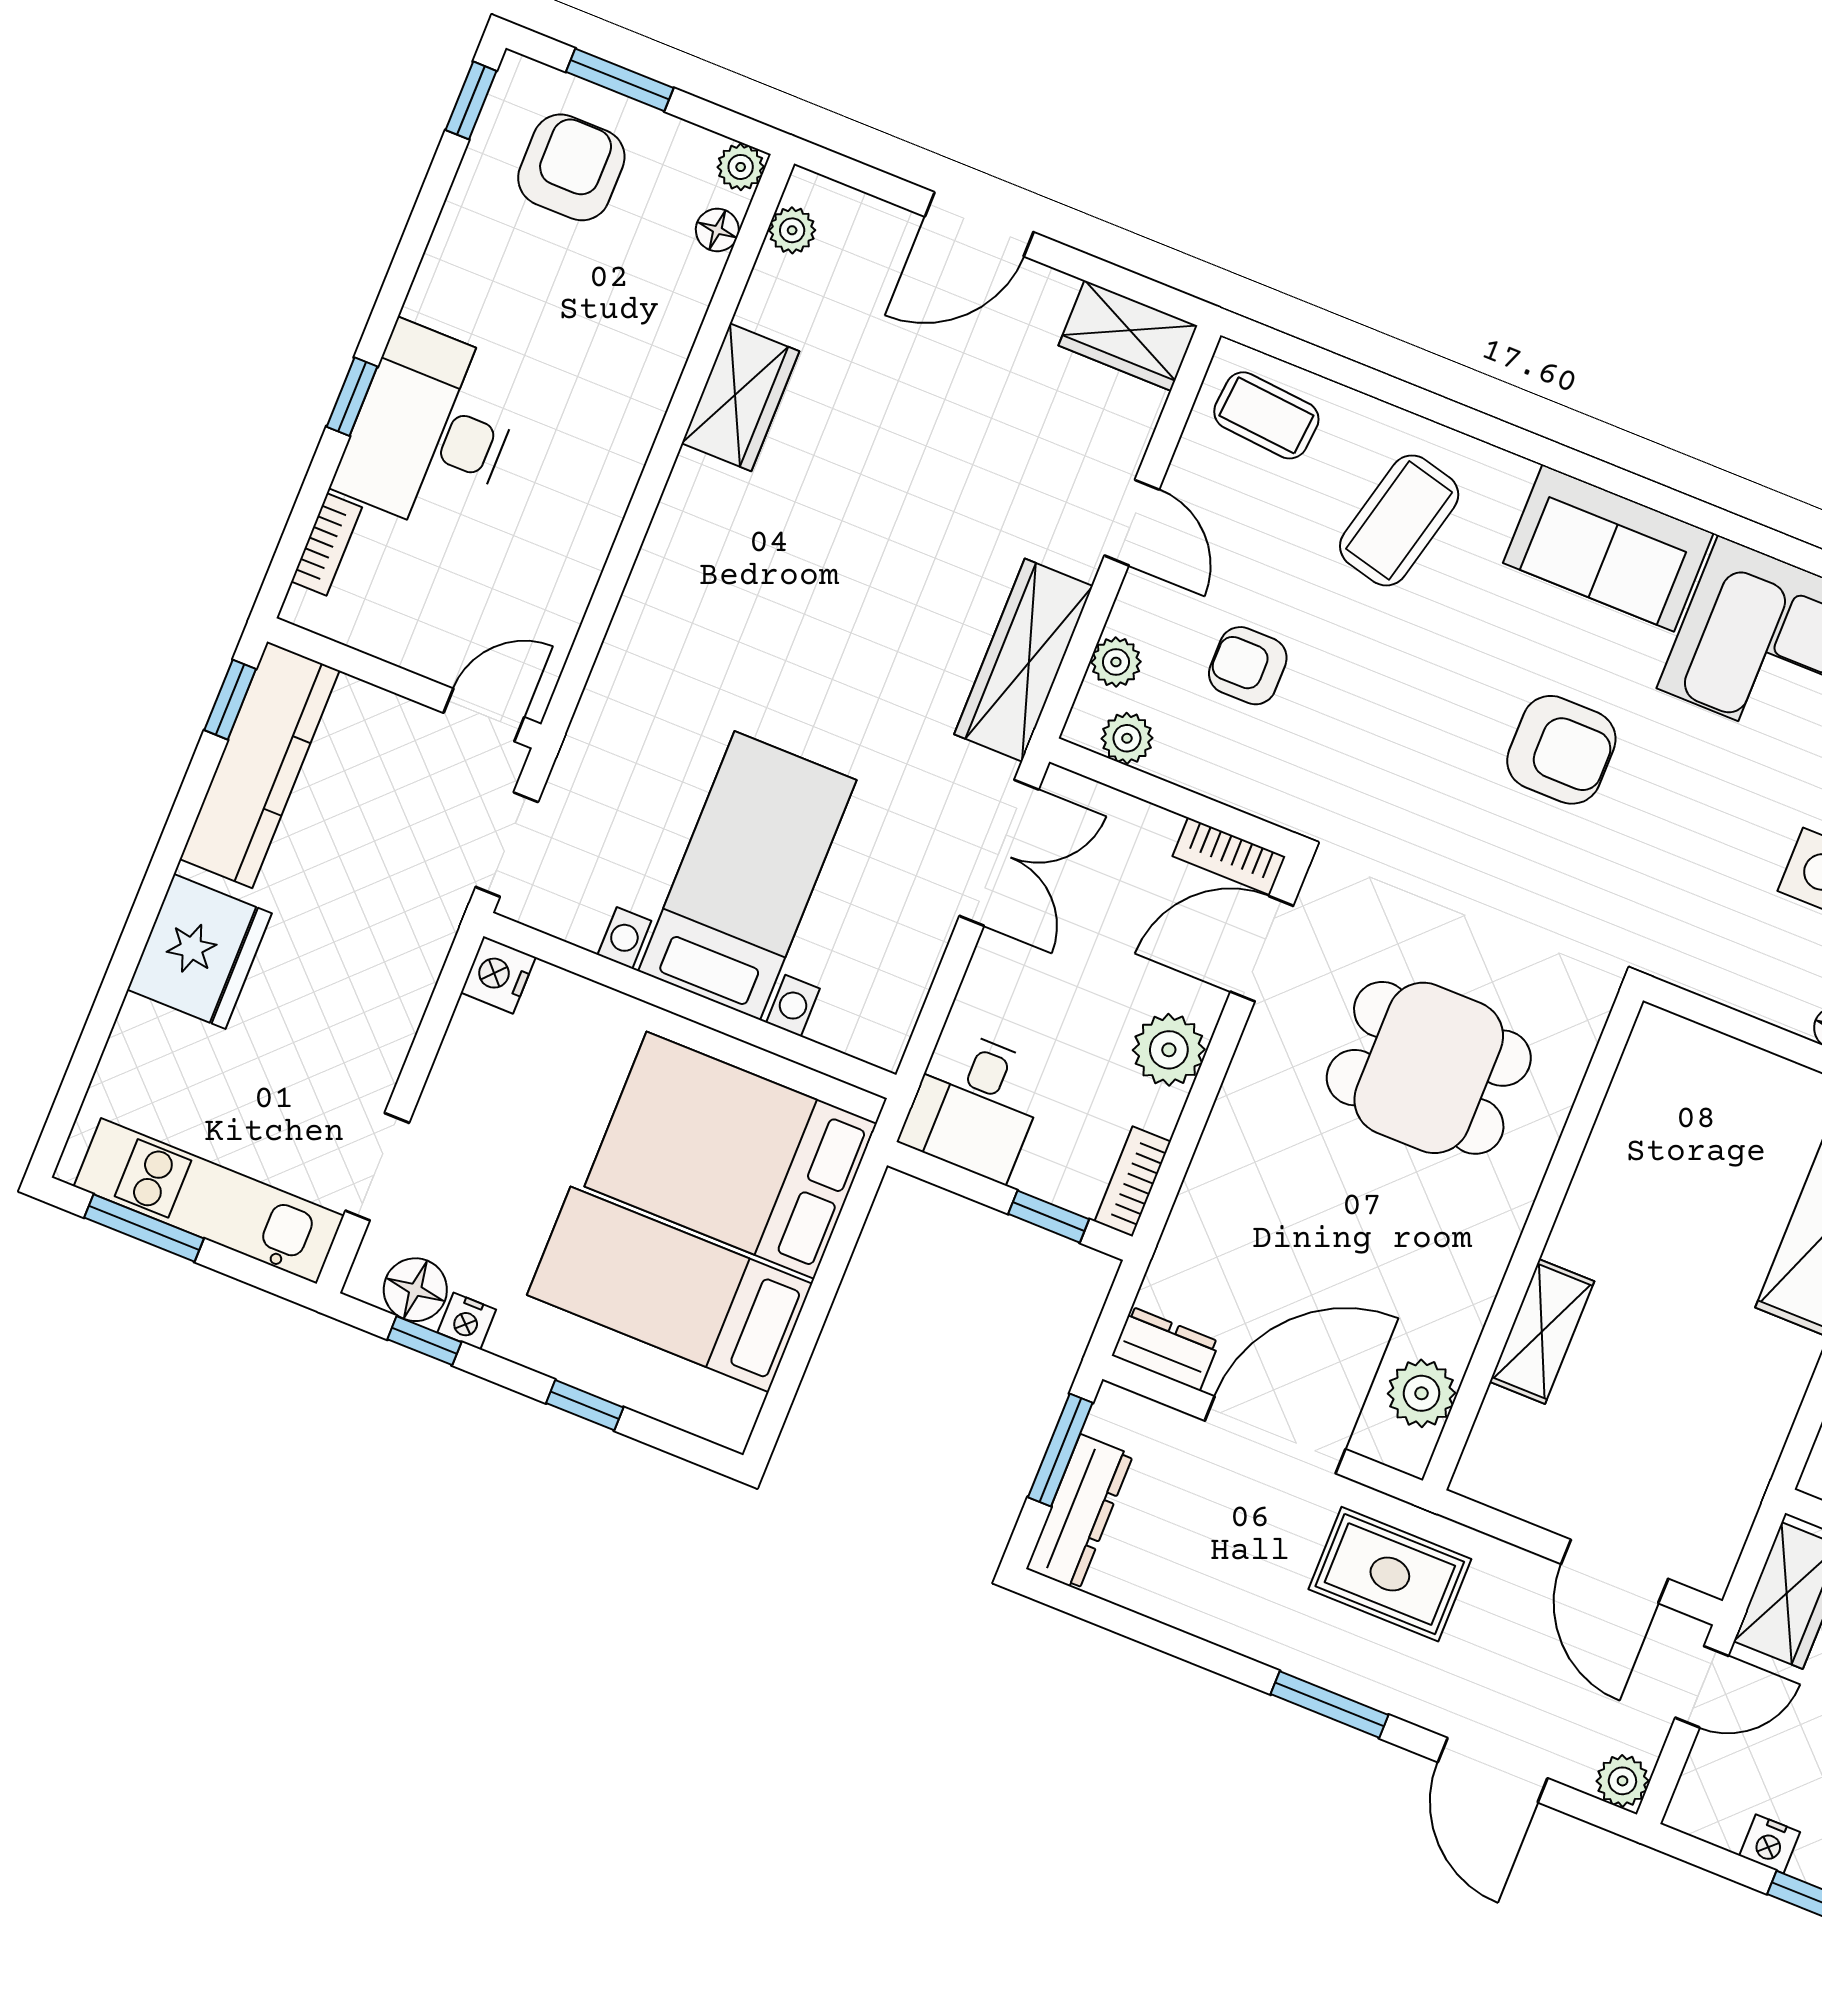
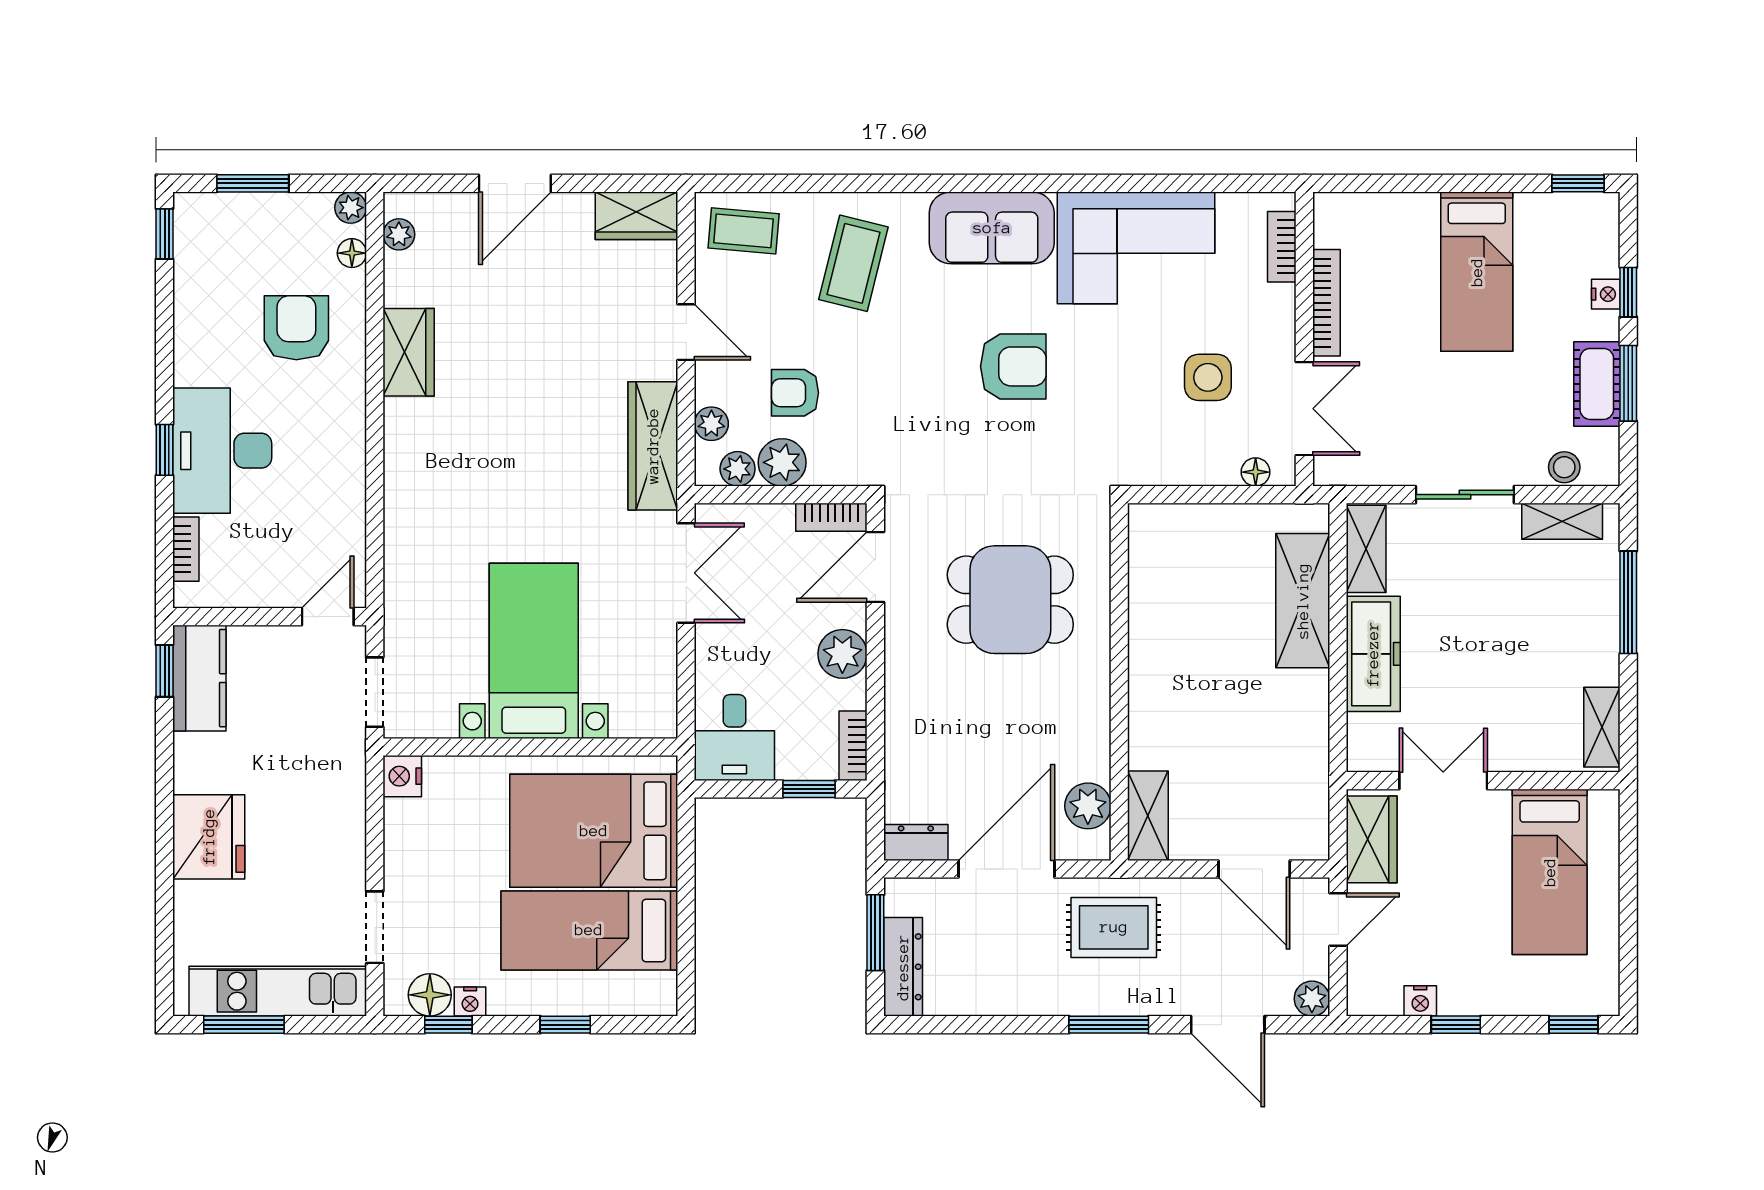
armchair: (571, 167) -> (296, 328), moved
plant: (1192, 754) -> (782, 462), added
kitchen counter: (260, 765) -> (199, 678), width x0.67
shelving: (1542, 1331) -> (1148, 816), moved

